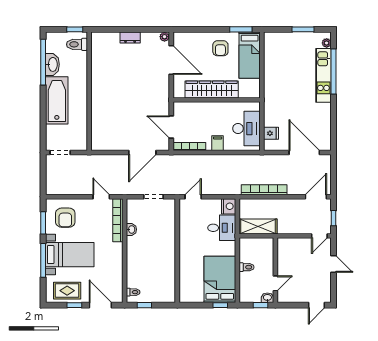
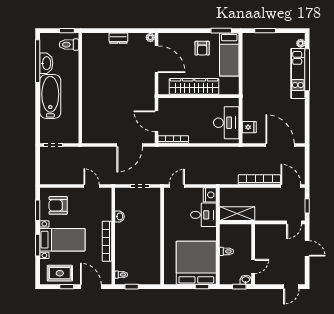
window: (303, 29) -> (265, 31), moved
filing cabinet: (218, 143) -> (200, 136), removed
bookcase: (264, 190) -> (259, 179), moved
door: (316, 197) -> (291, 186), hinge flipped
armchair: (65, 218) -> (58, 205), turned 90
bookcase: (118, 220) -> (107, 241), moved
window: (43, 260) -> (38, 245), width x0.69
bed: (220, 279) -> (196, 263), width x1.36

